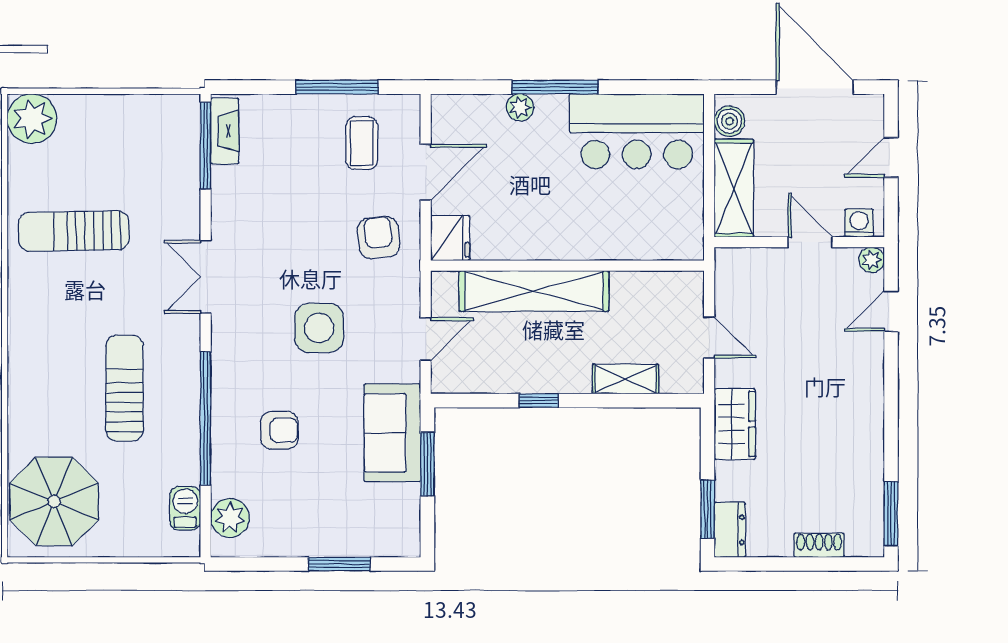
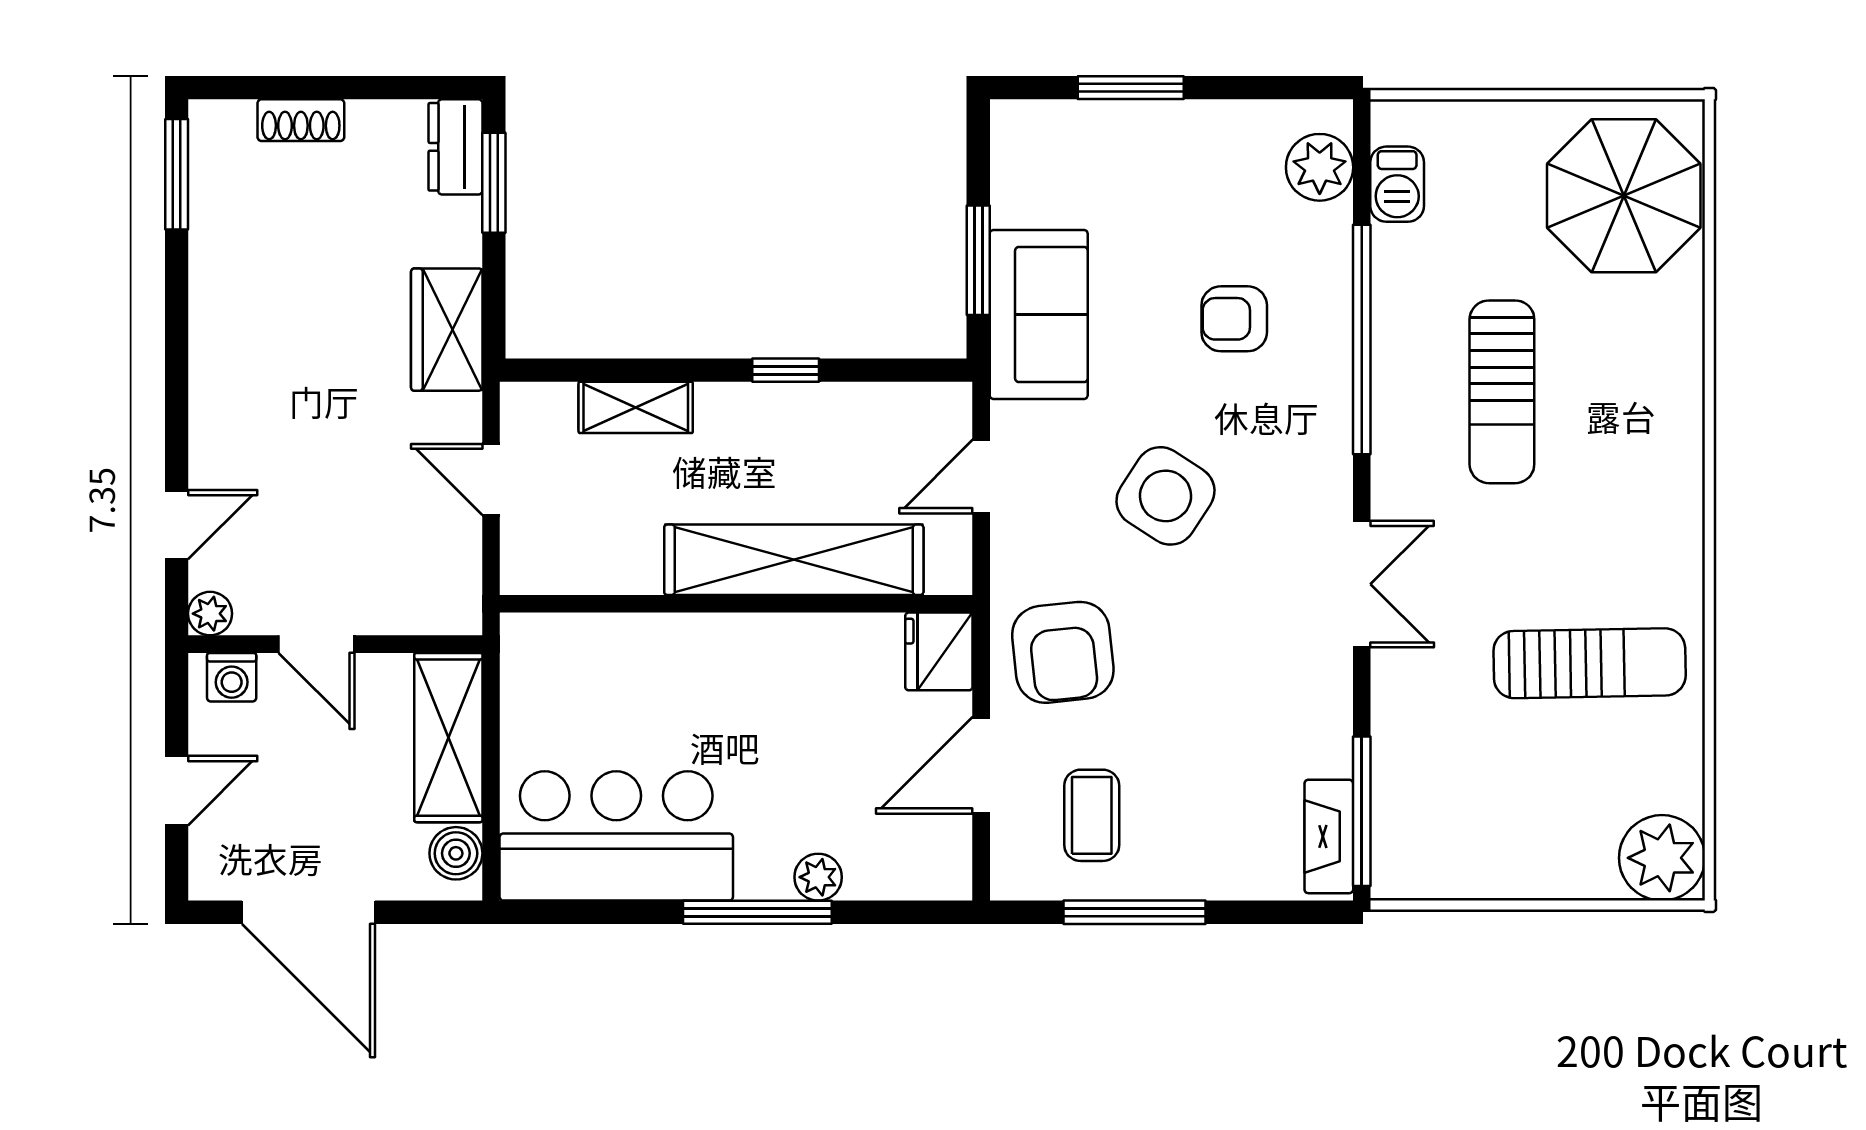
armchair: (378, 237) -> (1063, 652), width x1.38, depth x1.38
side table: (319, 328) -> (1165, 496), turned 33

